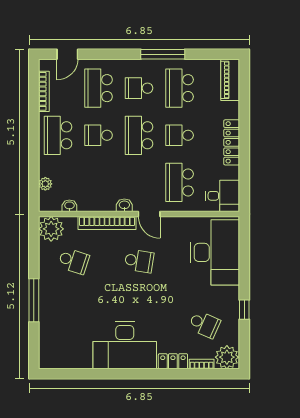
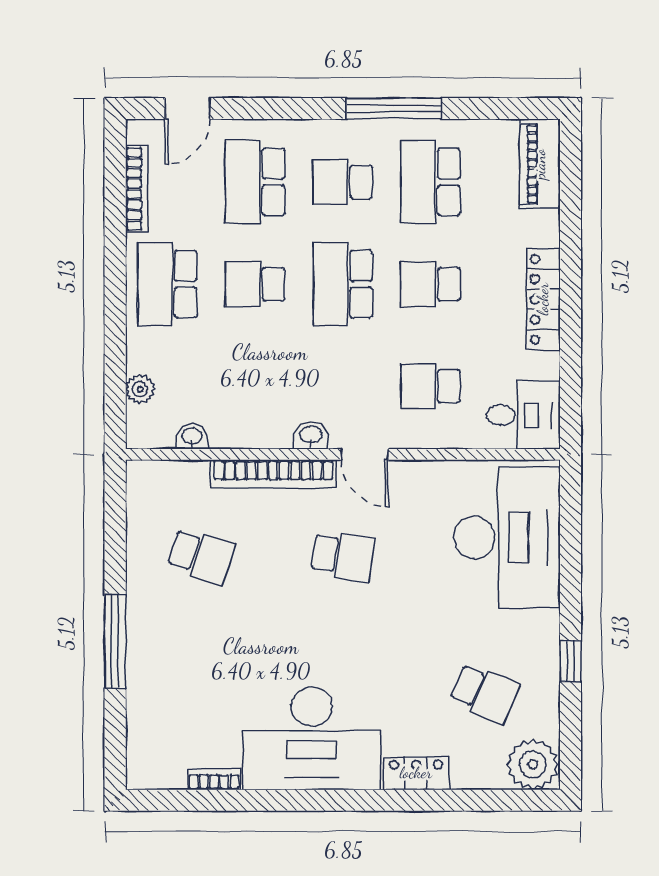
school desk: (180, 182) -> (431, 386), width x0.54
plant: (51, 229) -> (152, 487), removed
bookcase: (202, 364) -> (214, 779), moved

